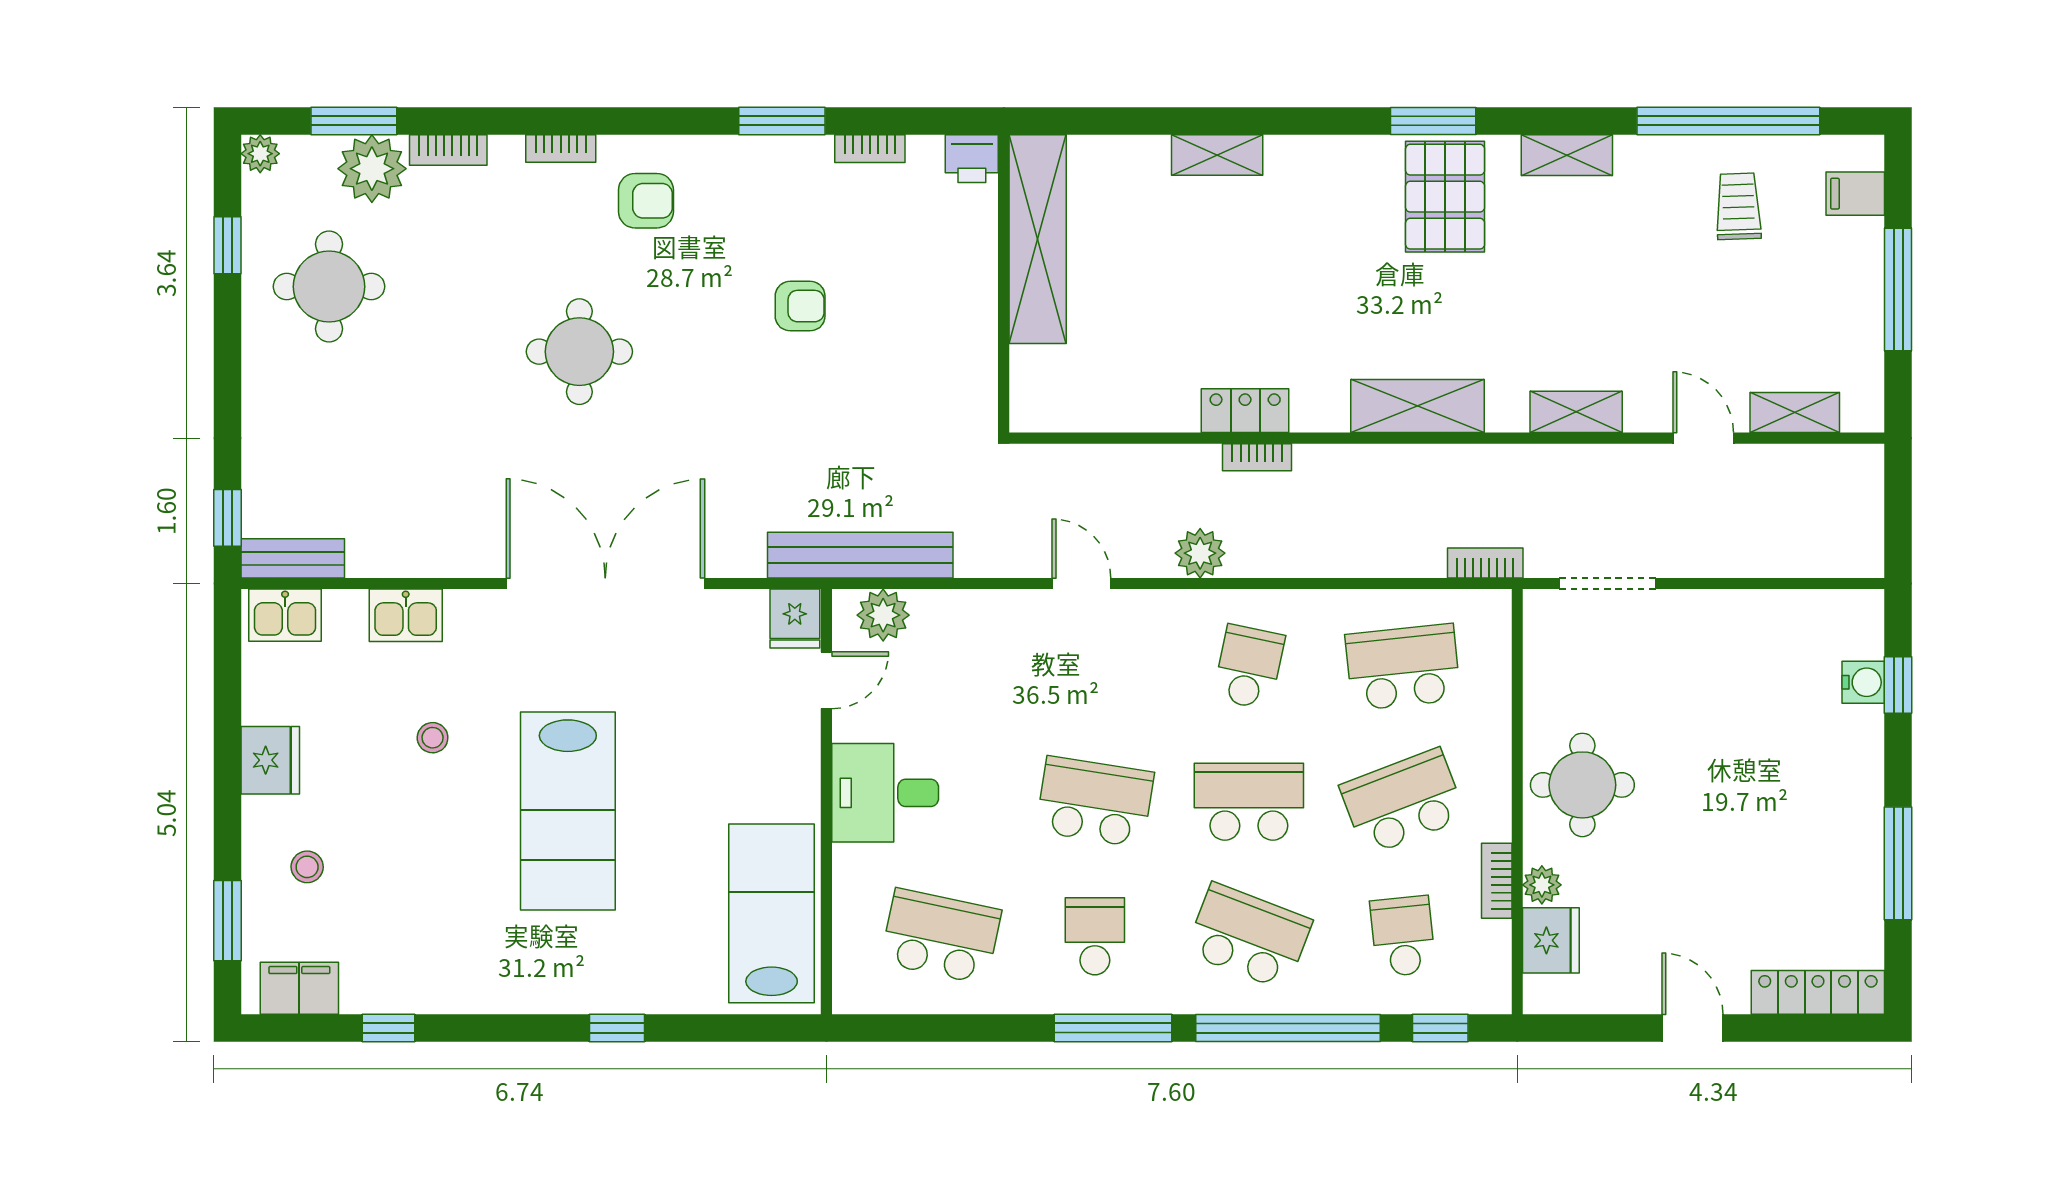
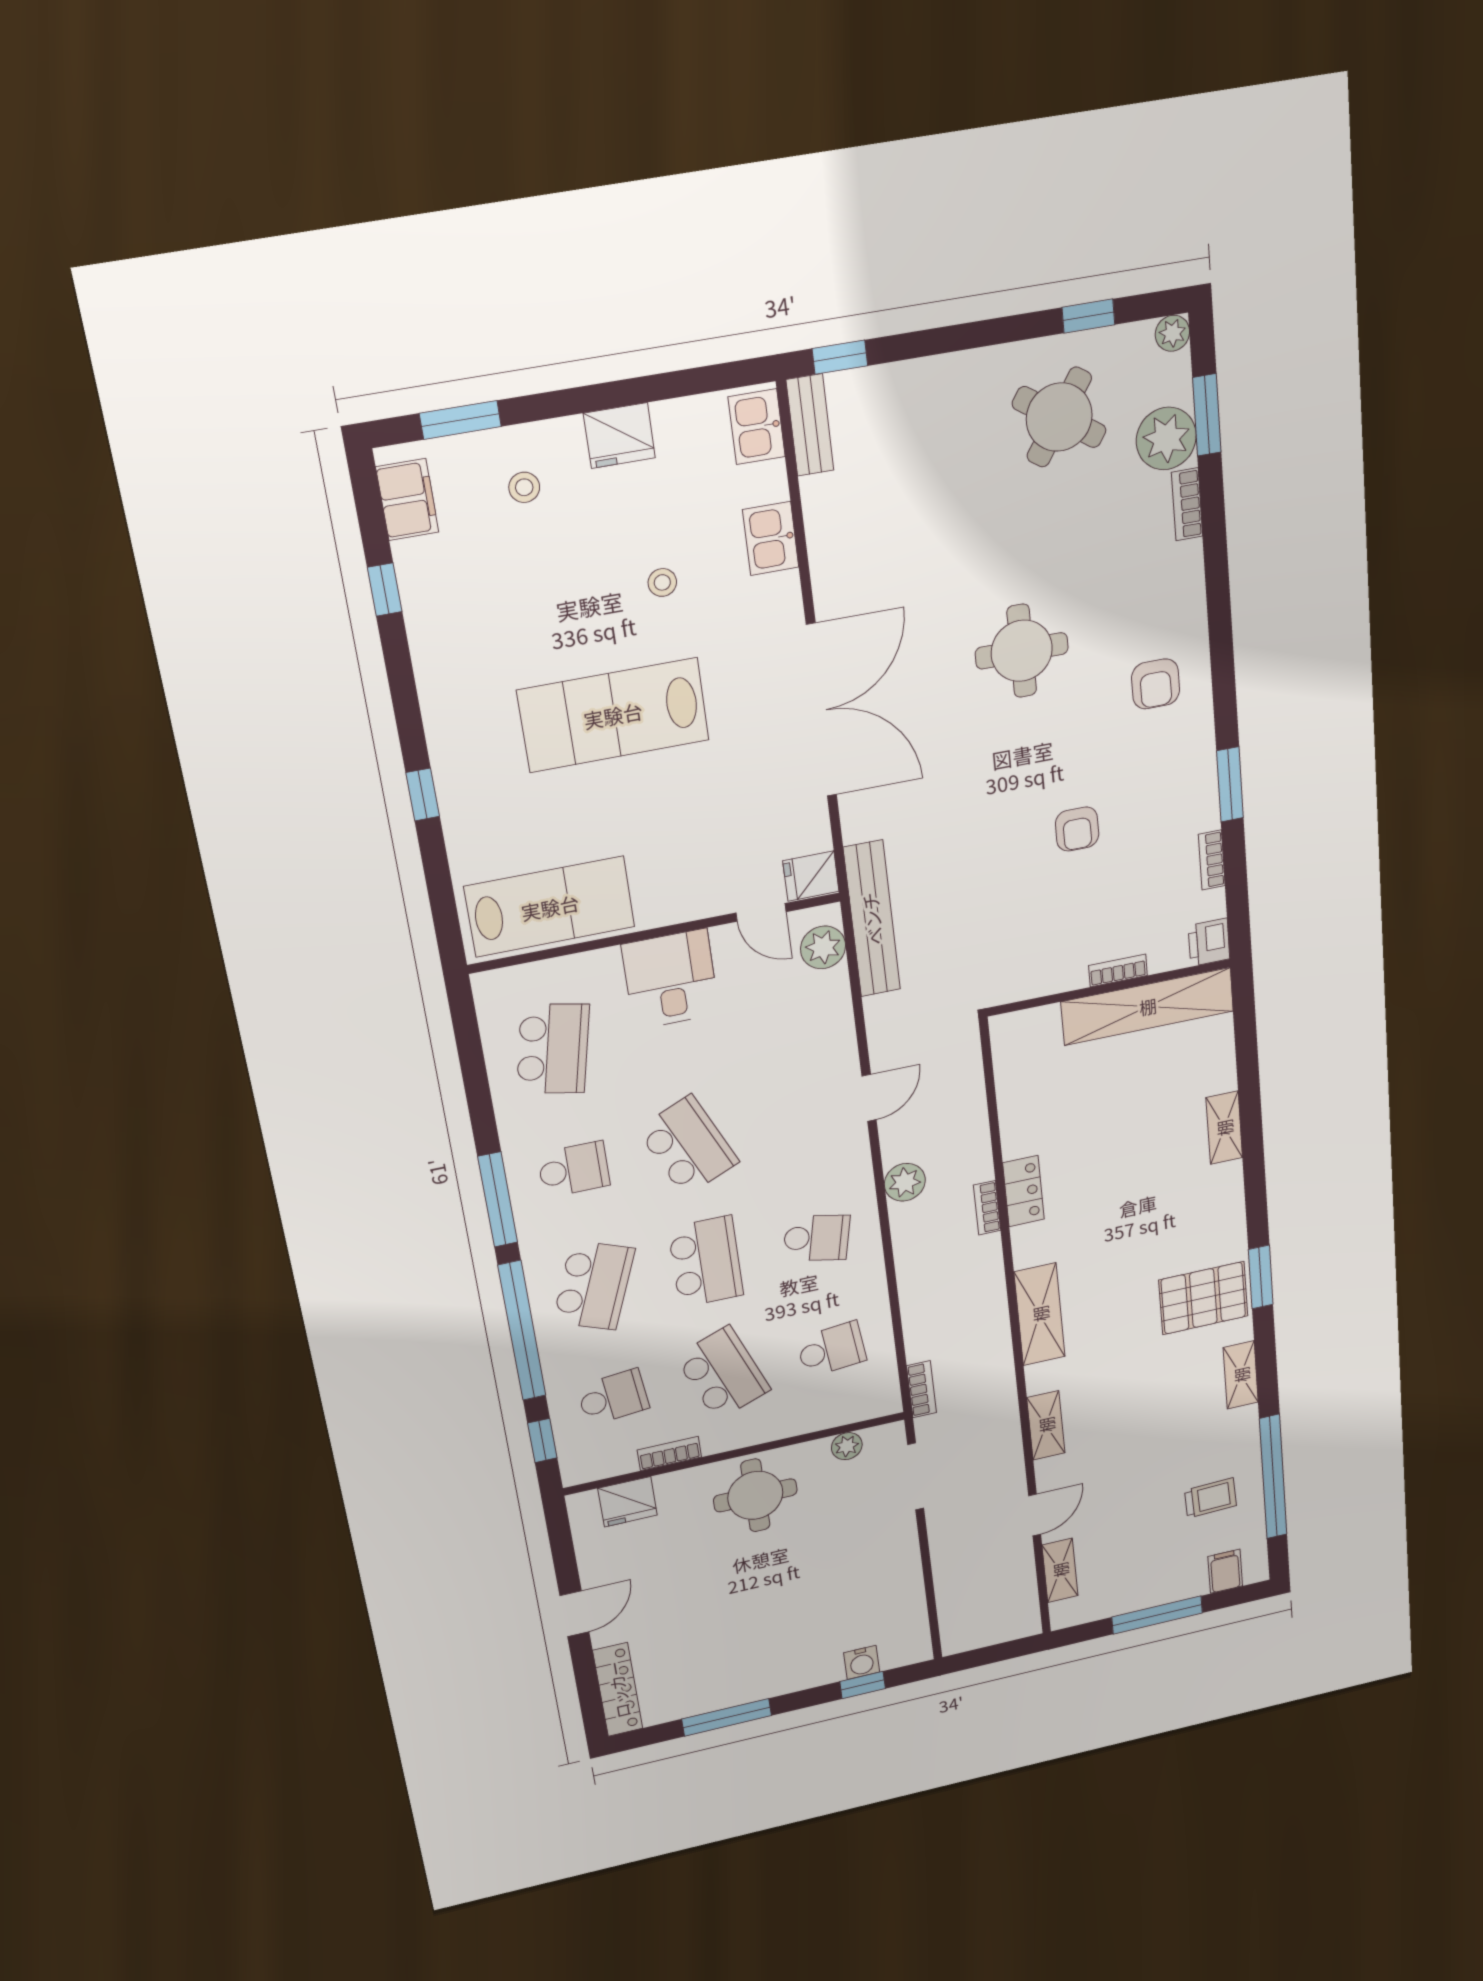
bookcase: (561, 148) -> (1118, 970), moved, turned 90
round table: (329, 287) -> (1059, 417), turned 34
school desk: (1403, 667) -> (831, 1349), width x0.54
school desk: (1095, 802) -> (688, 1146), turned -33
plant: (1542, 885) -> (847, 1446), moved

